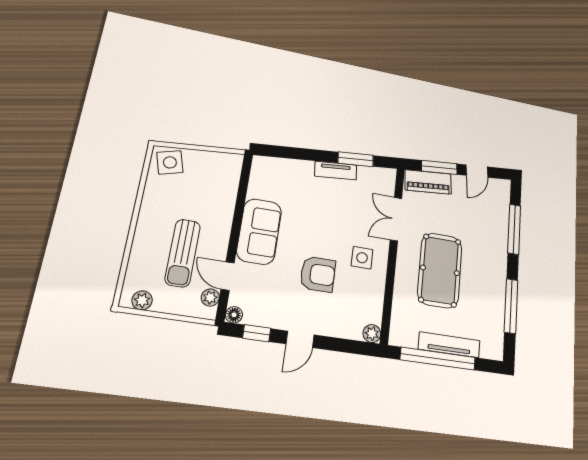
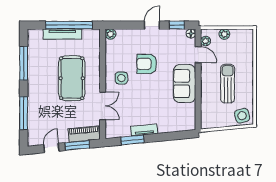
sun lounger: (183, 253) -> (228, 84), moved
plant: (142, 300) -> (224, 34), moved

